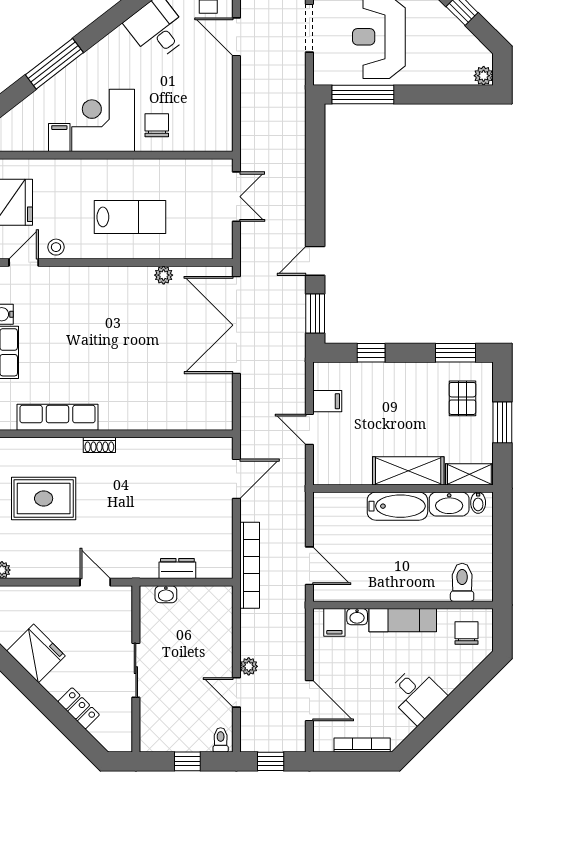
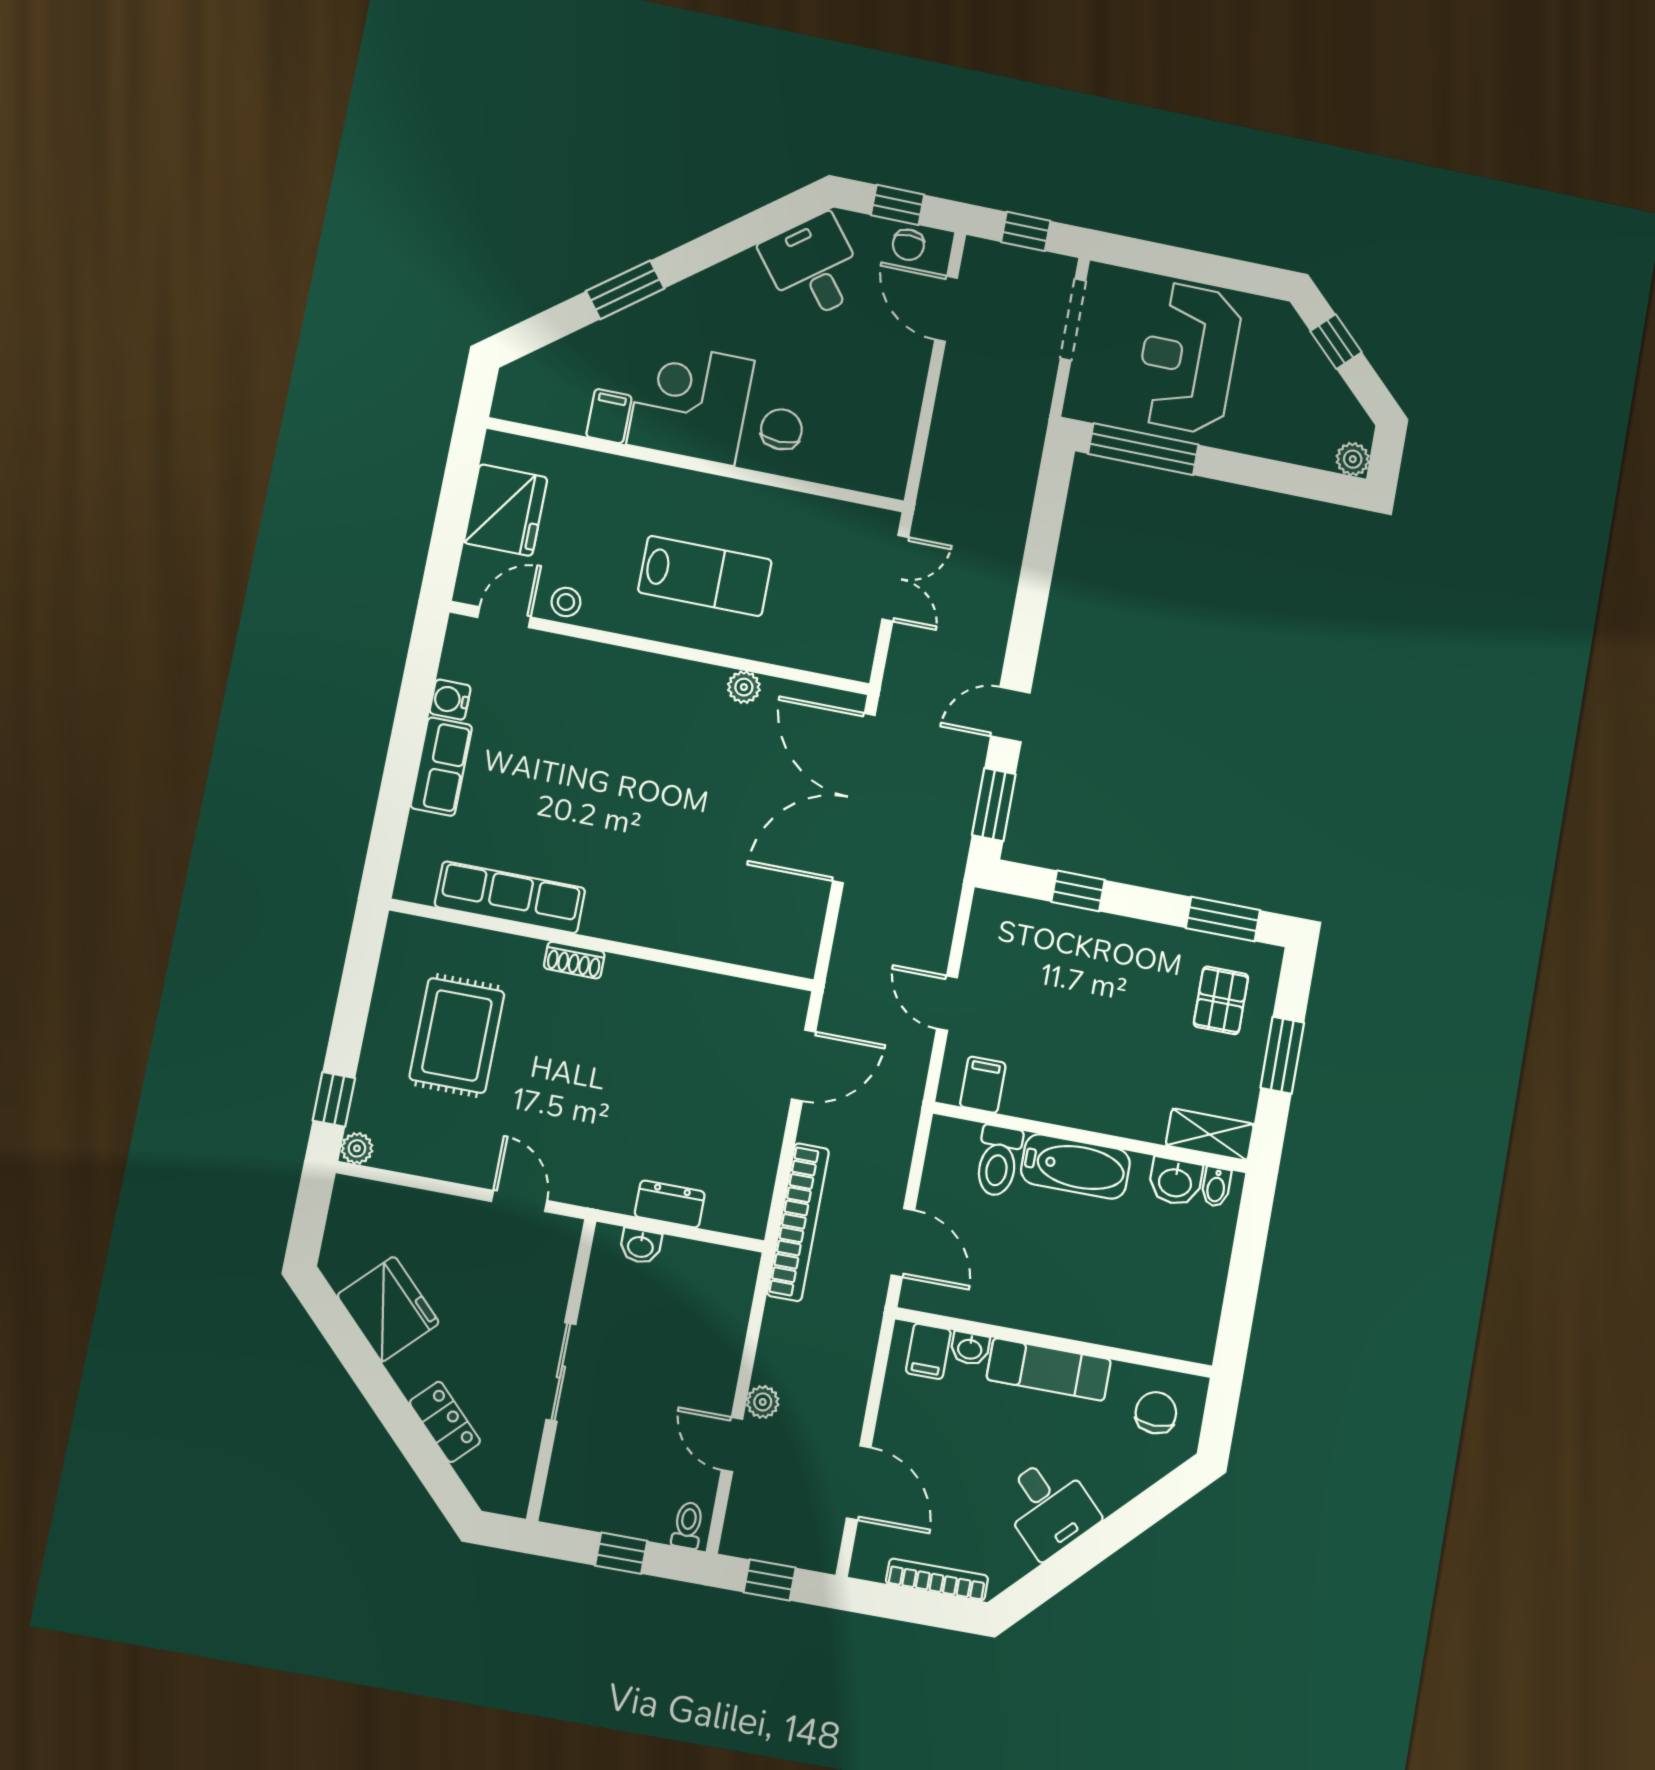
window: (54, 64) -> (625, 290), width x0.69
filing cabinet: (327, 401) -> (983, 1085), moved, turned -90
shelving: (408, 471) -> (1105, 1108), removed
rug: (44, 498) -> (457, 1035), turned 90
washbasin: (449, 504) -> (1175, 1182), width x0.72
toilet: (462, 582) -> (998, 1161), moved, turned 180

